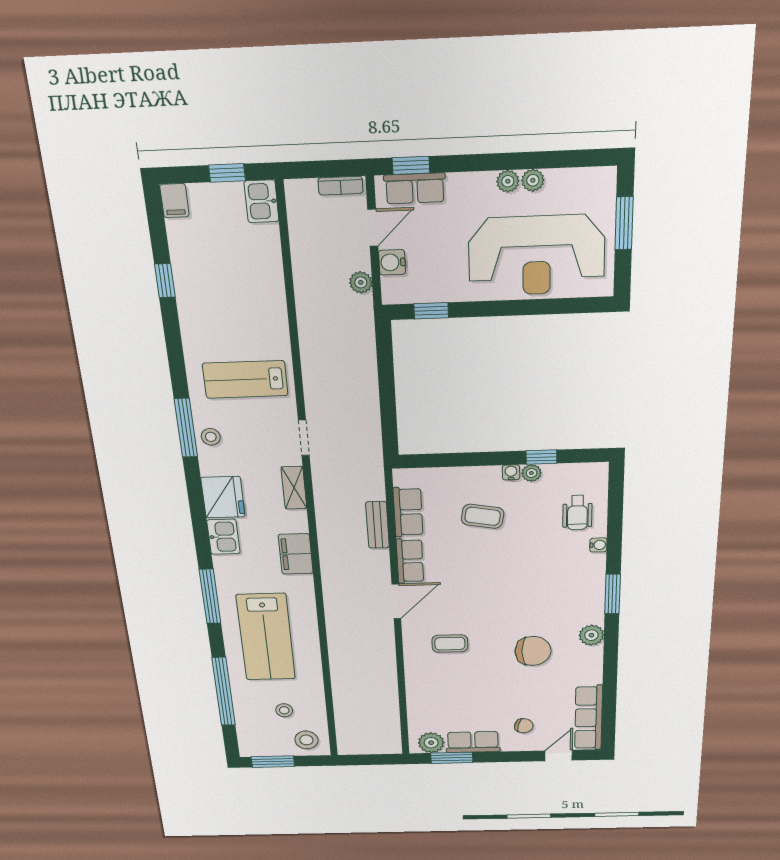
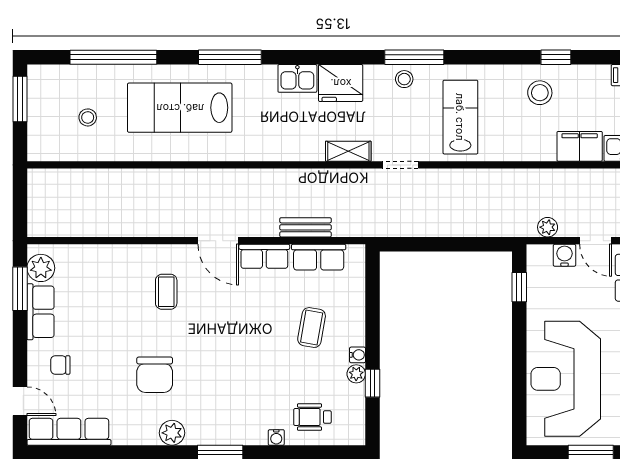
filing cabinet: (296, 554) -> (580, 146), moved
chair: (524, 726) -> (60, 365), turned 74
stool: (306, 740) -> (540, 93), moved

